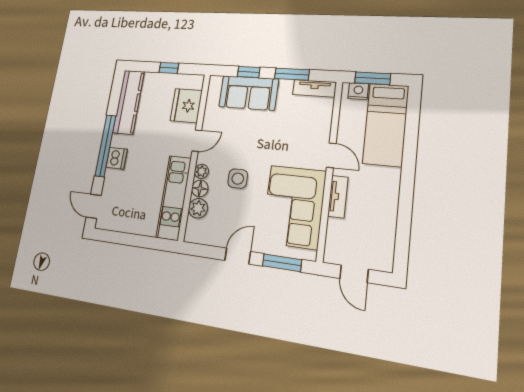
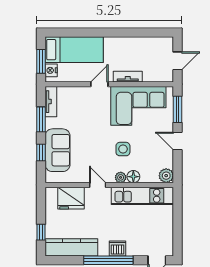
window: (169, 68) -> (41, 232), moved
plant: (198, 208) -> (166, 176), moved

